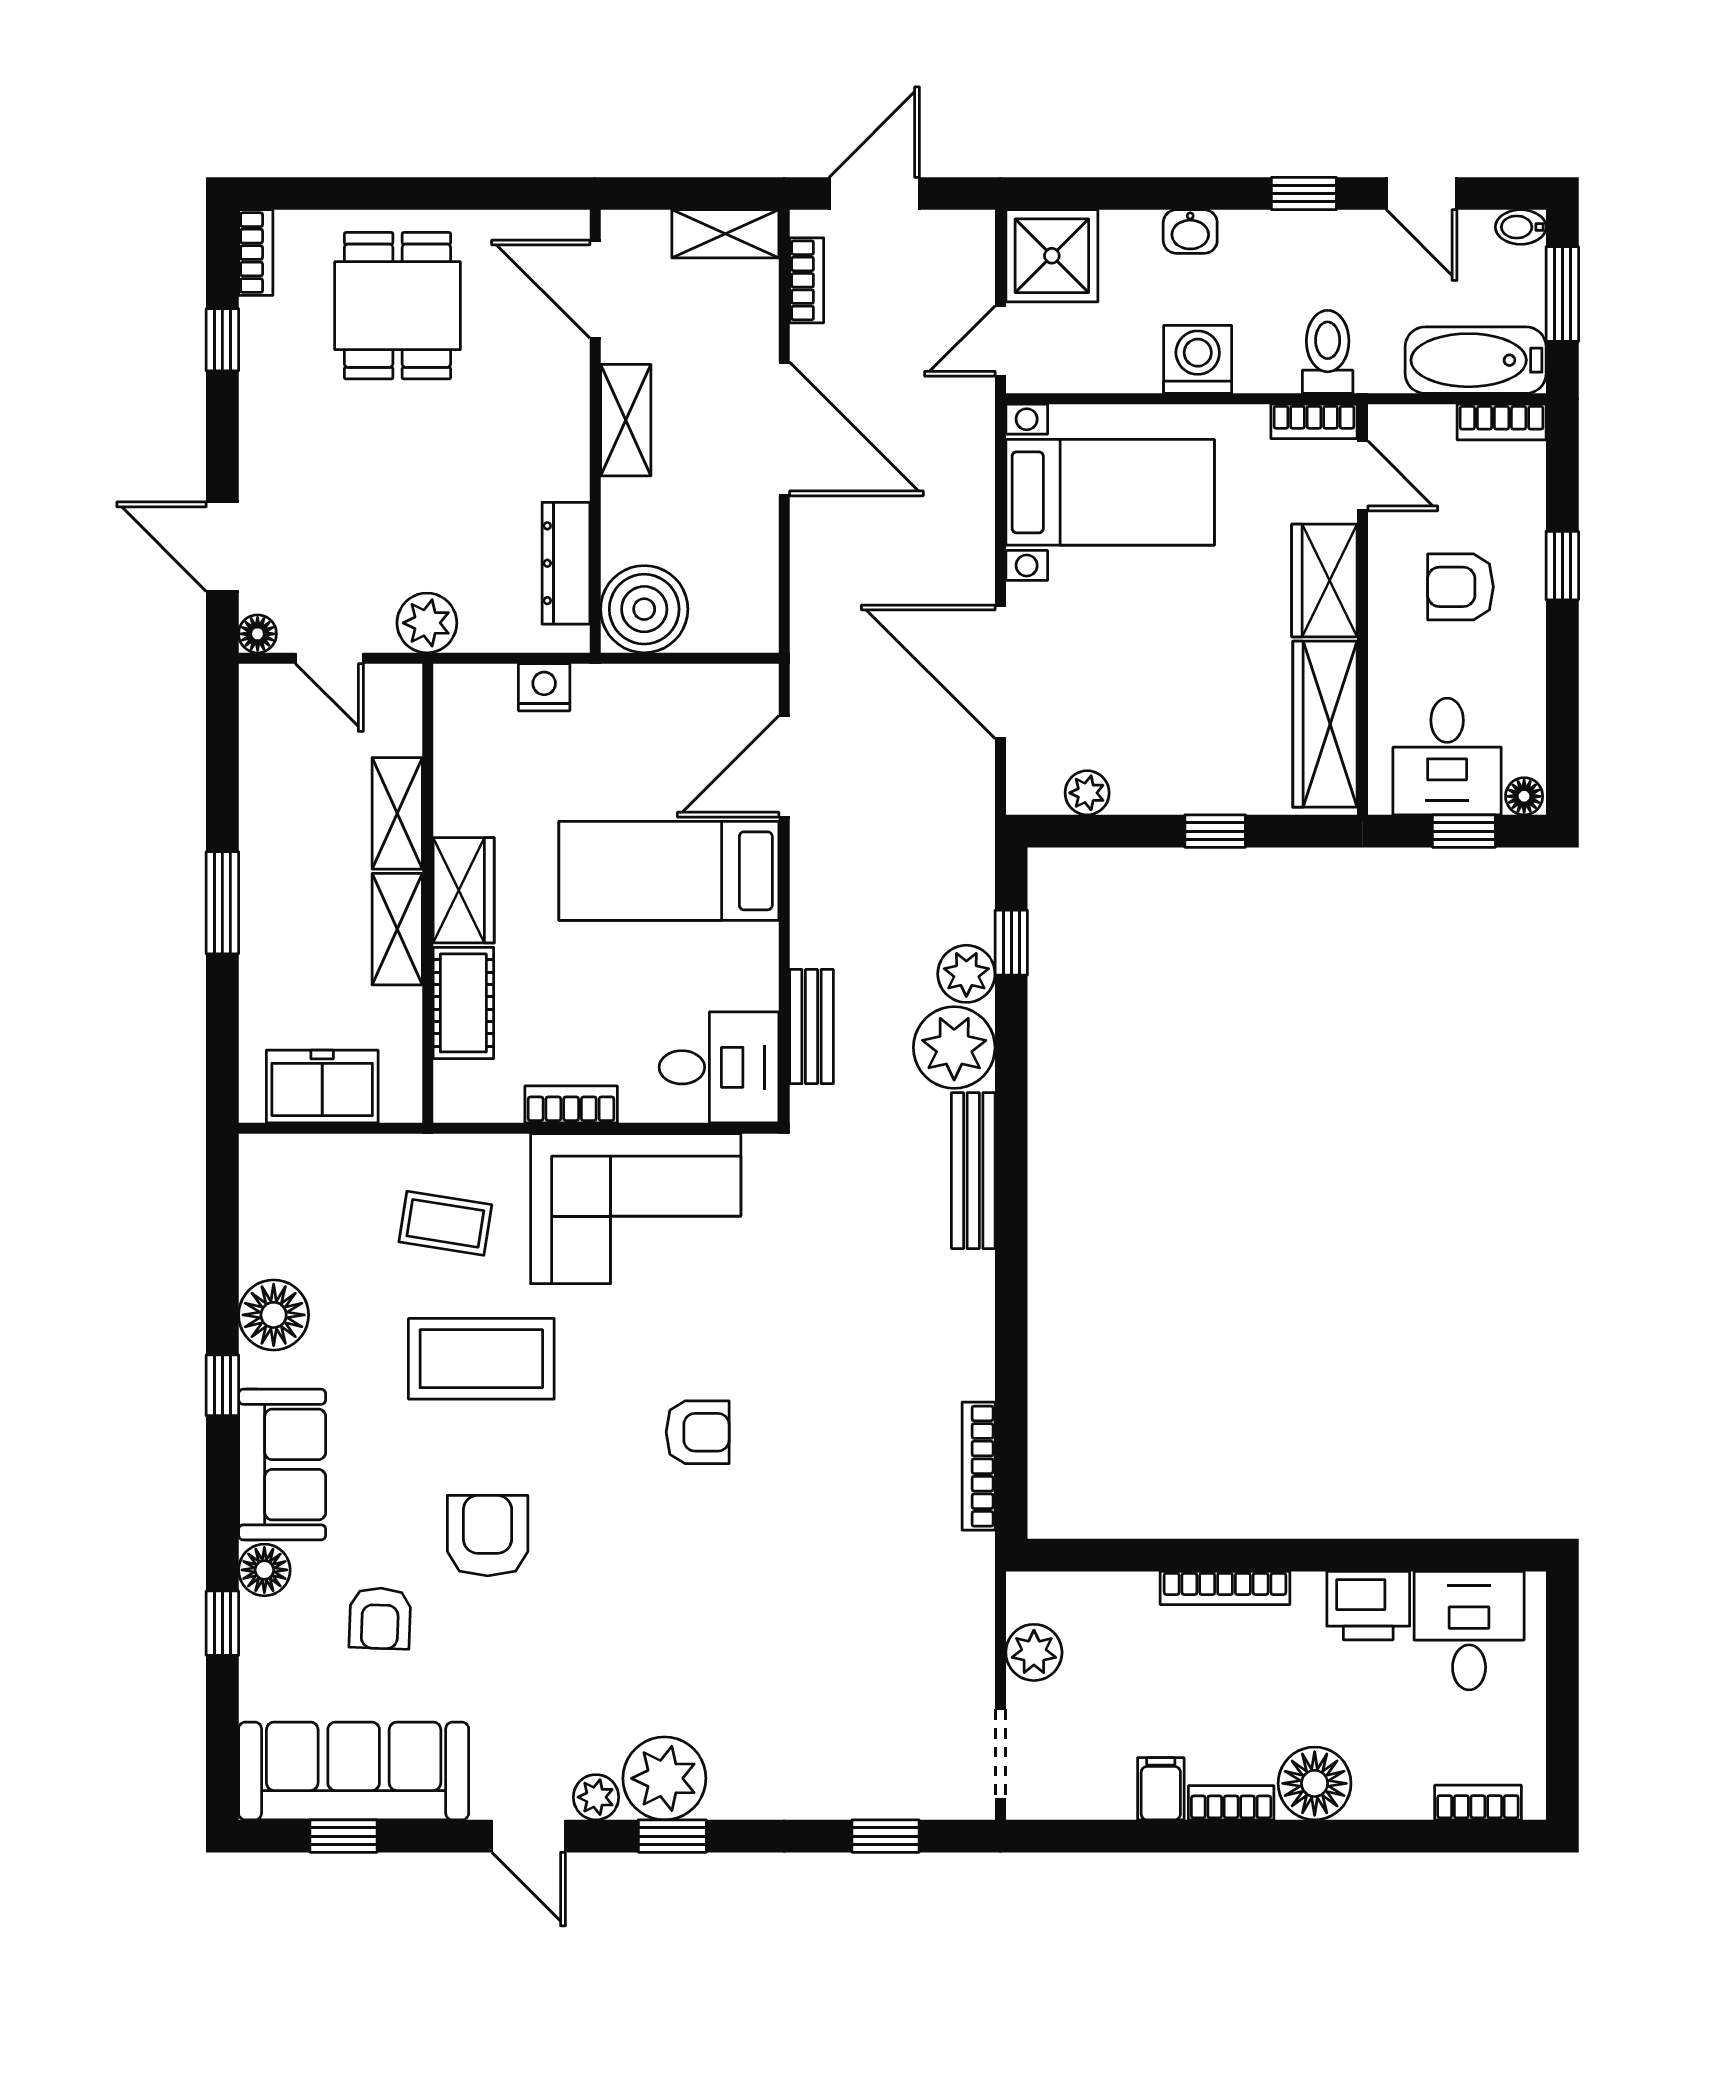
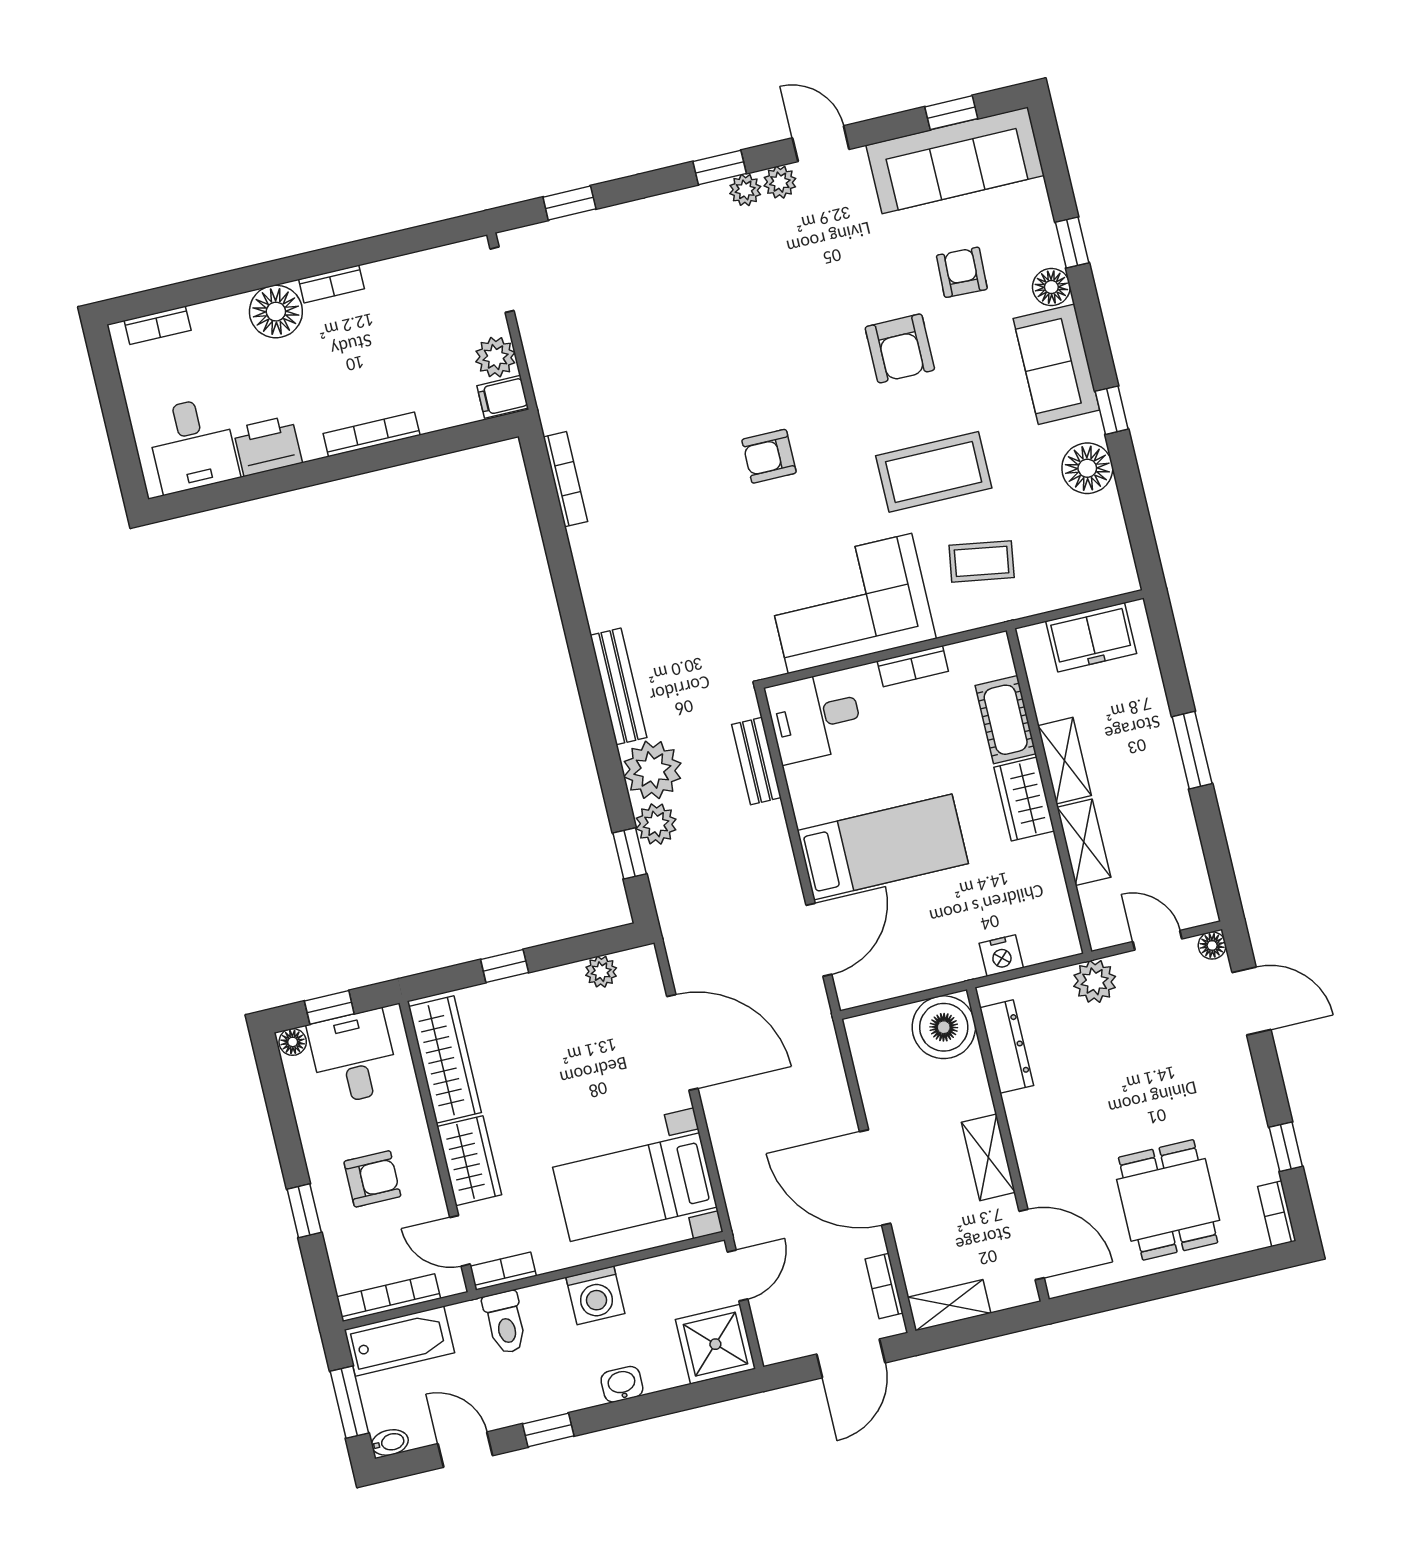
bookcase: (1502, 422) -> (389, 1298), width x1.56
plant: (664, 1778) -> (745, 190), width x0.53, depth x0.53
filing cabinet: (1161, 1789) -> (503, 397), moved, turned 90

